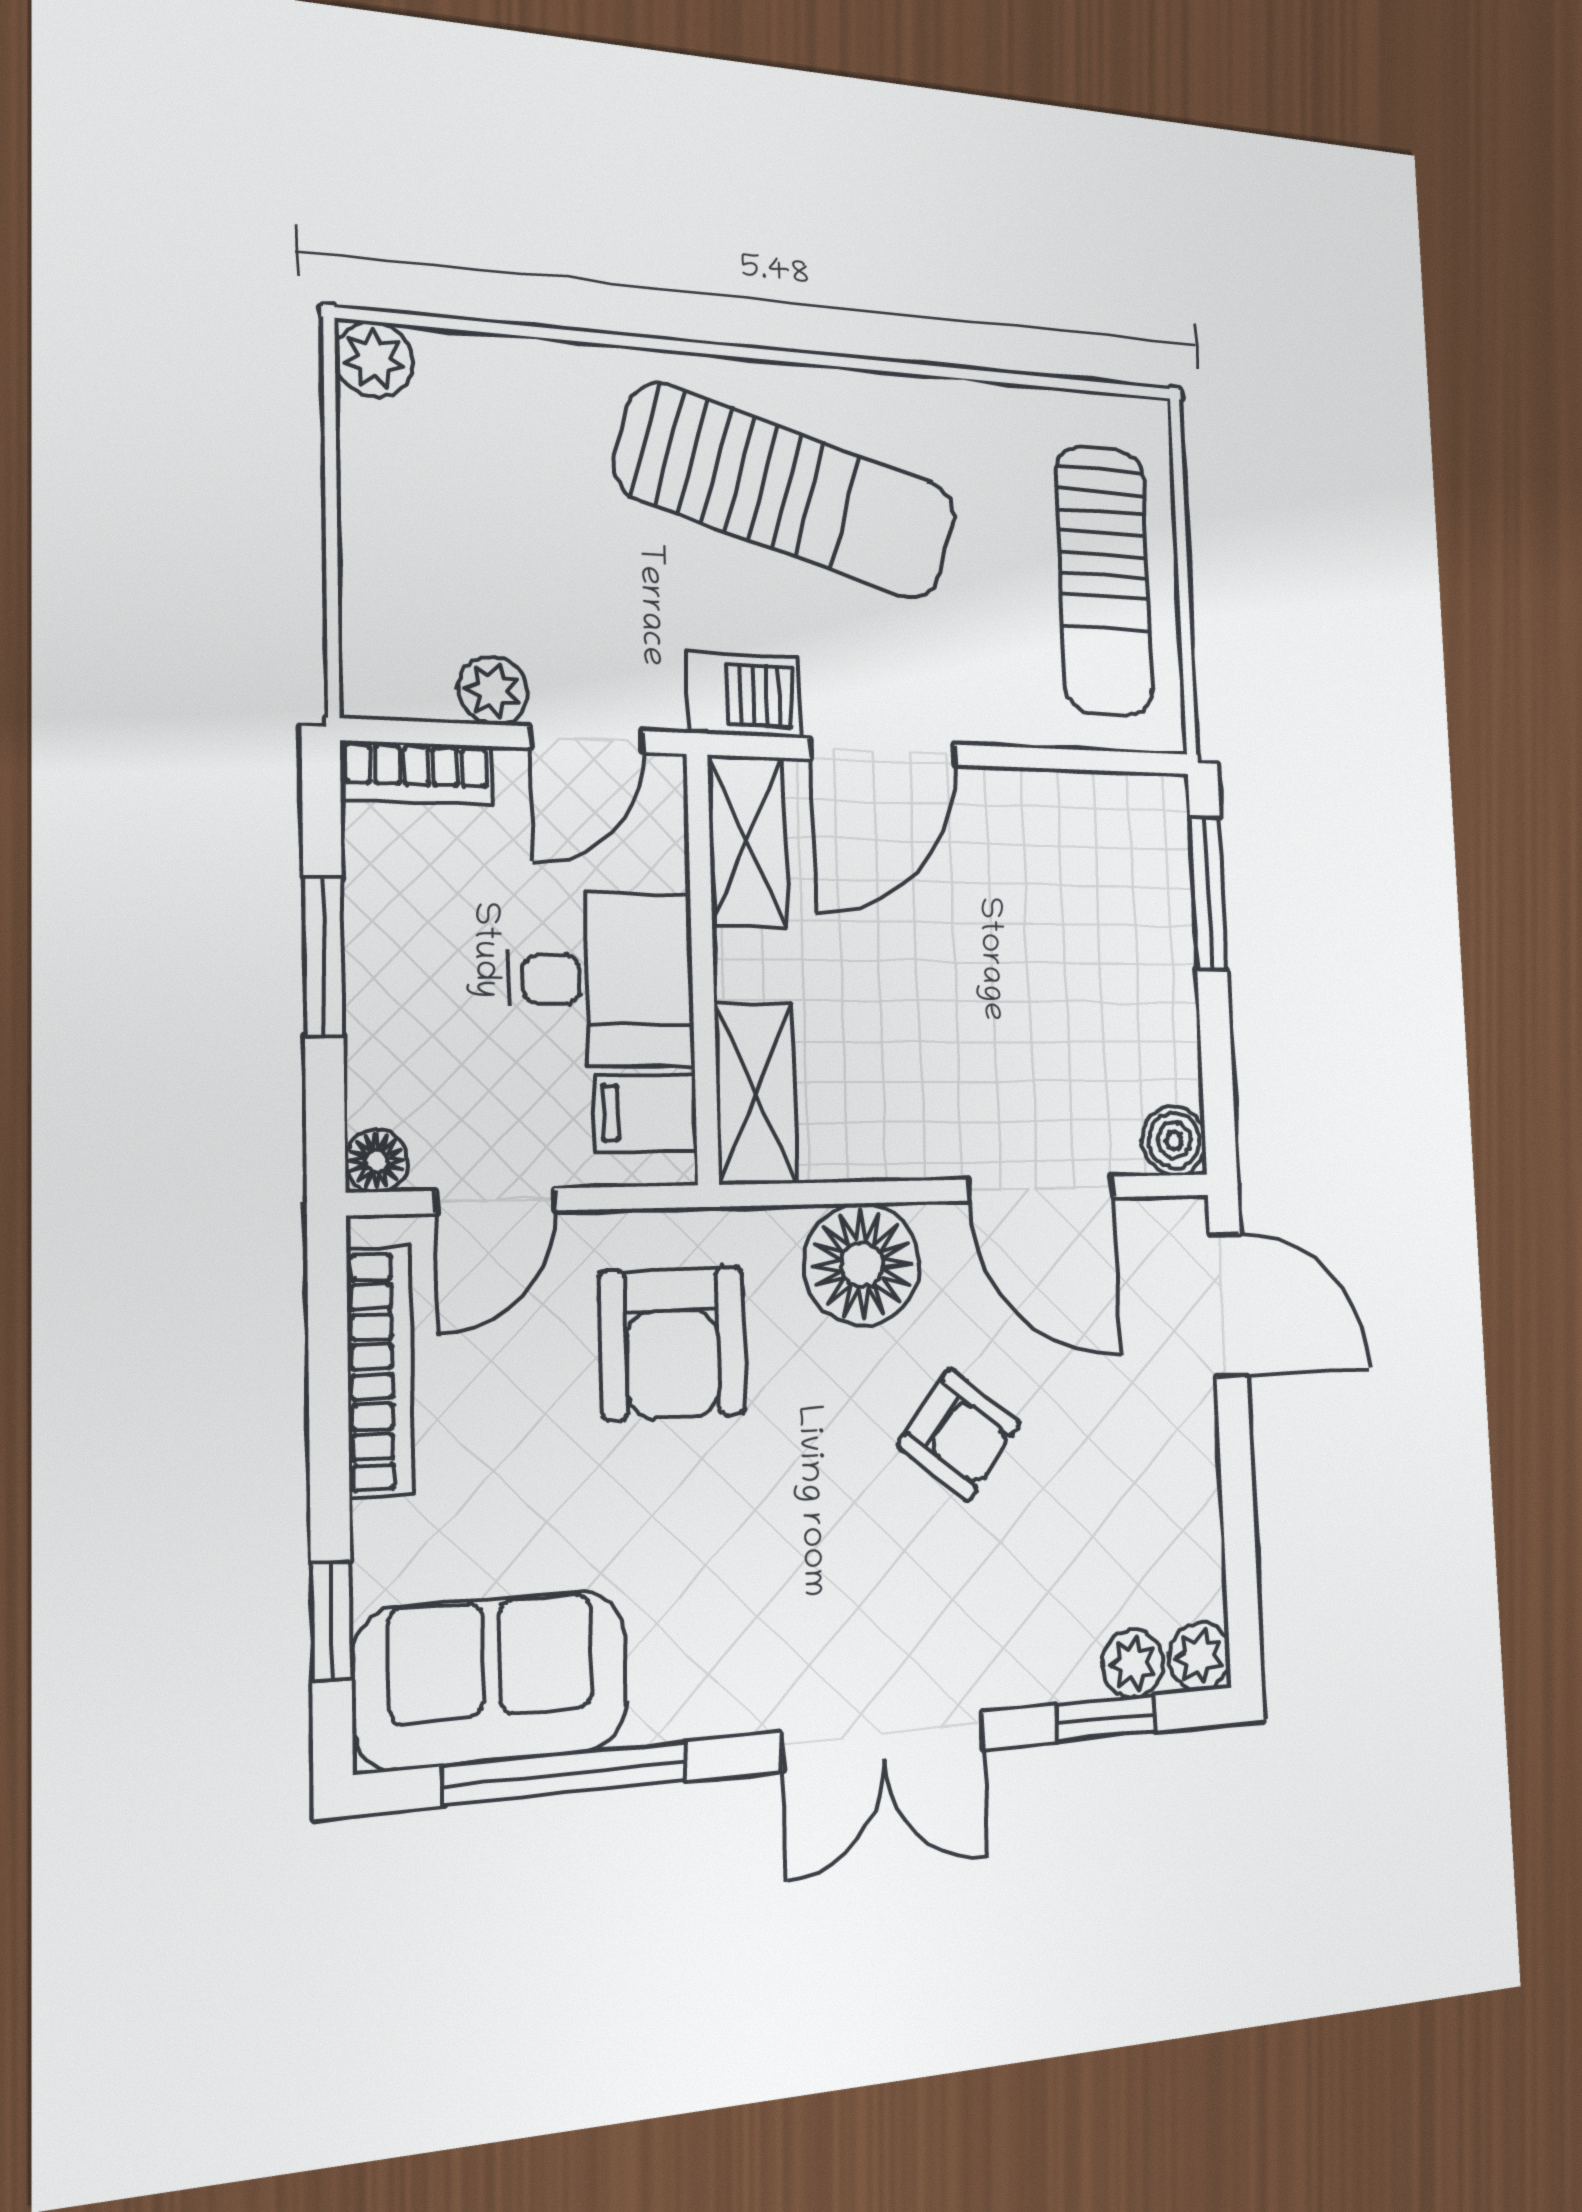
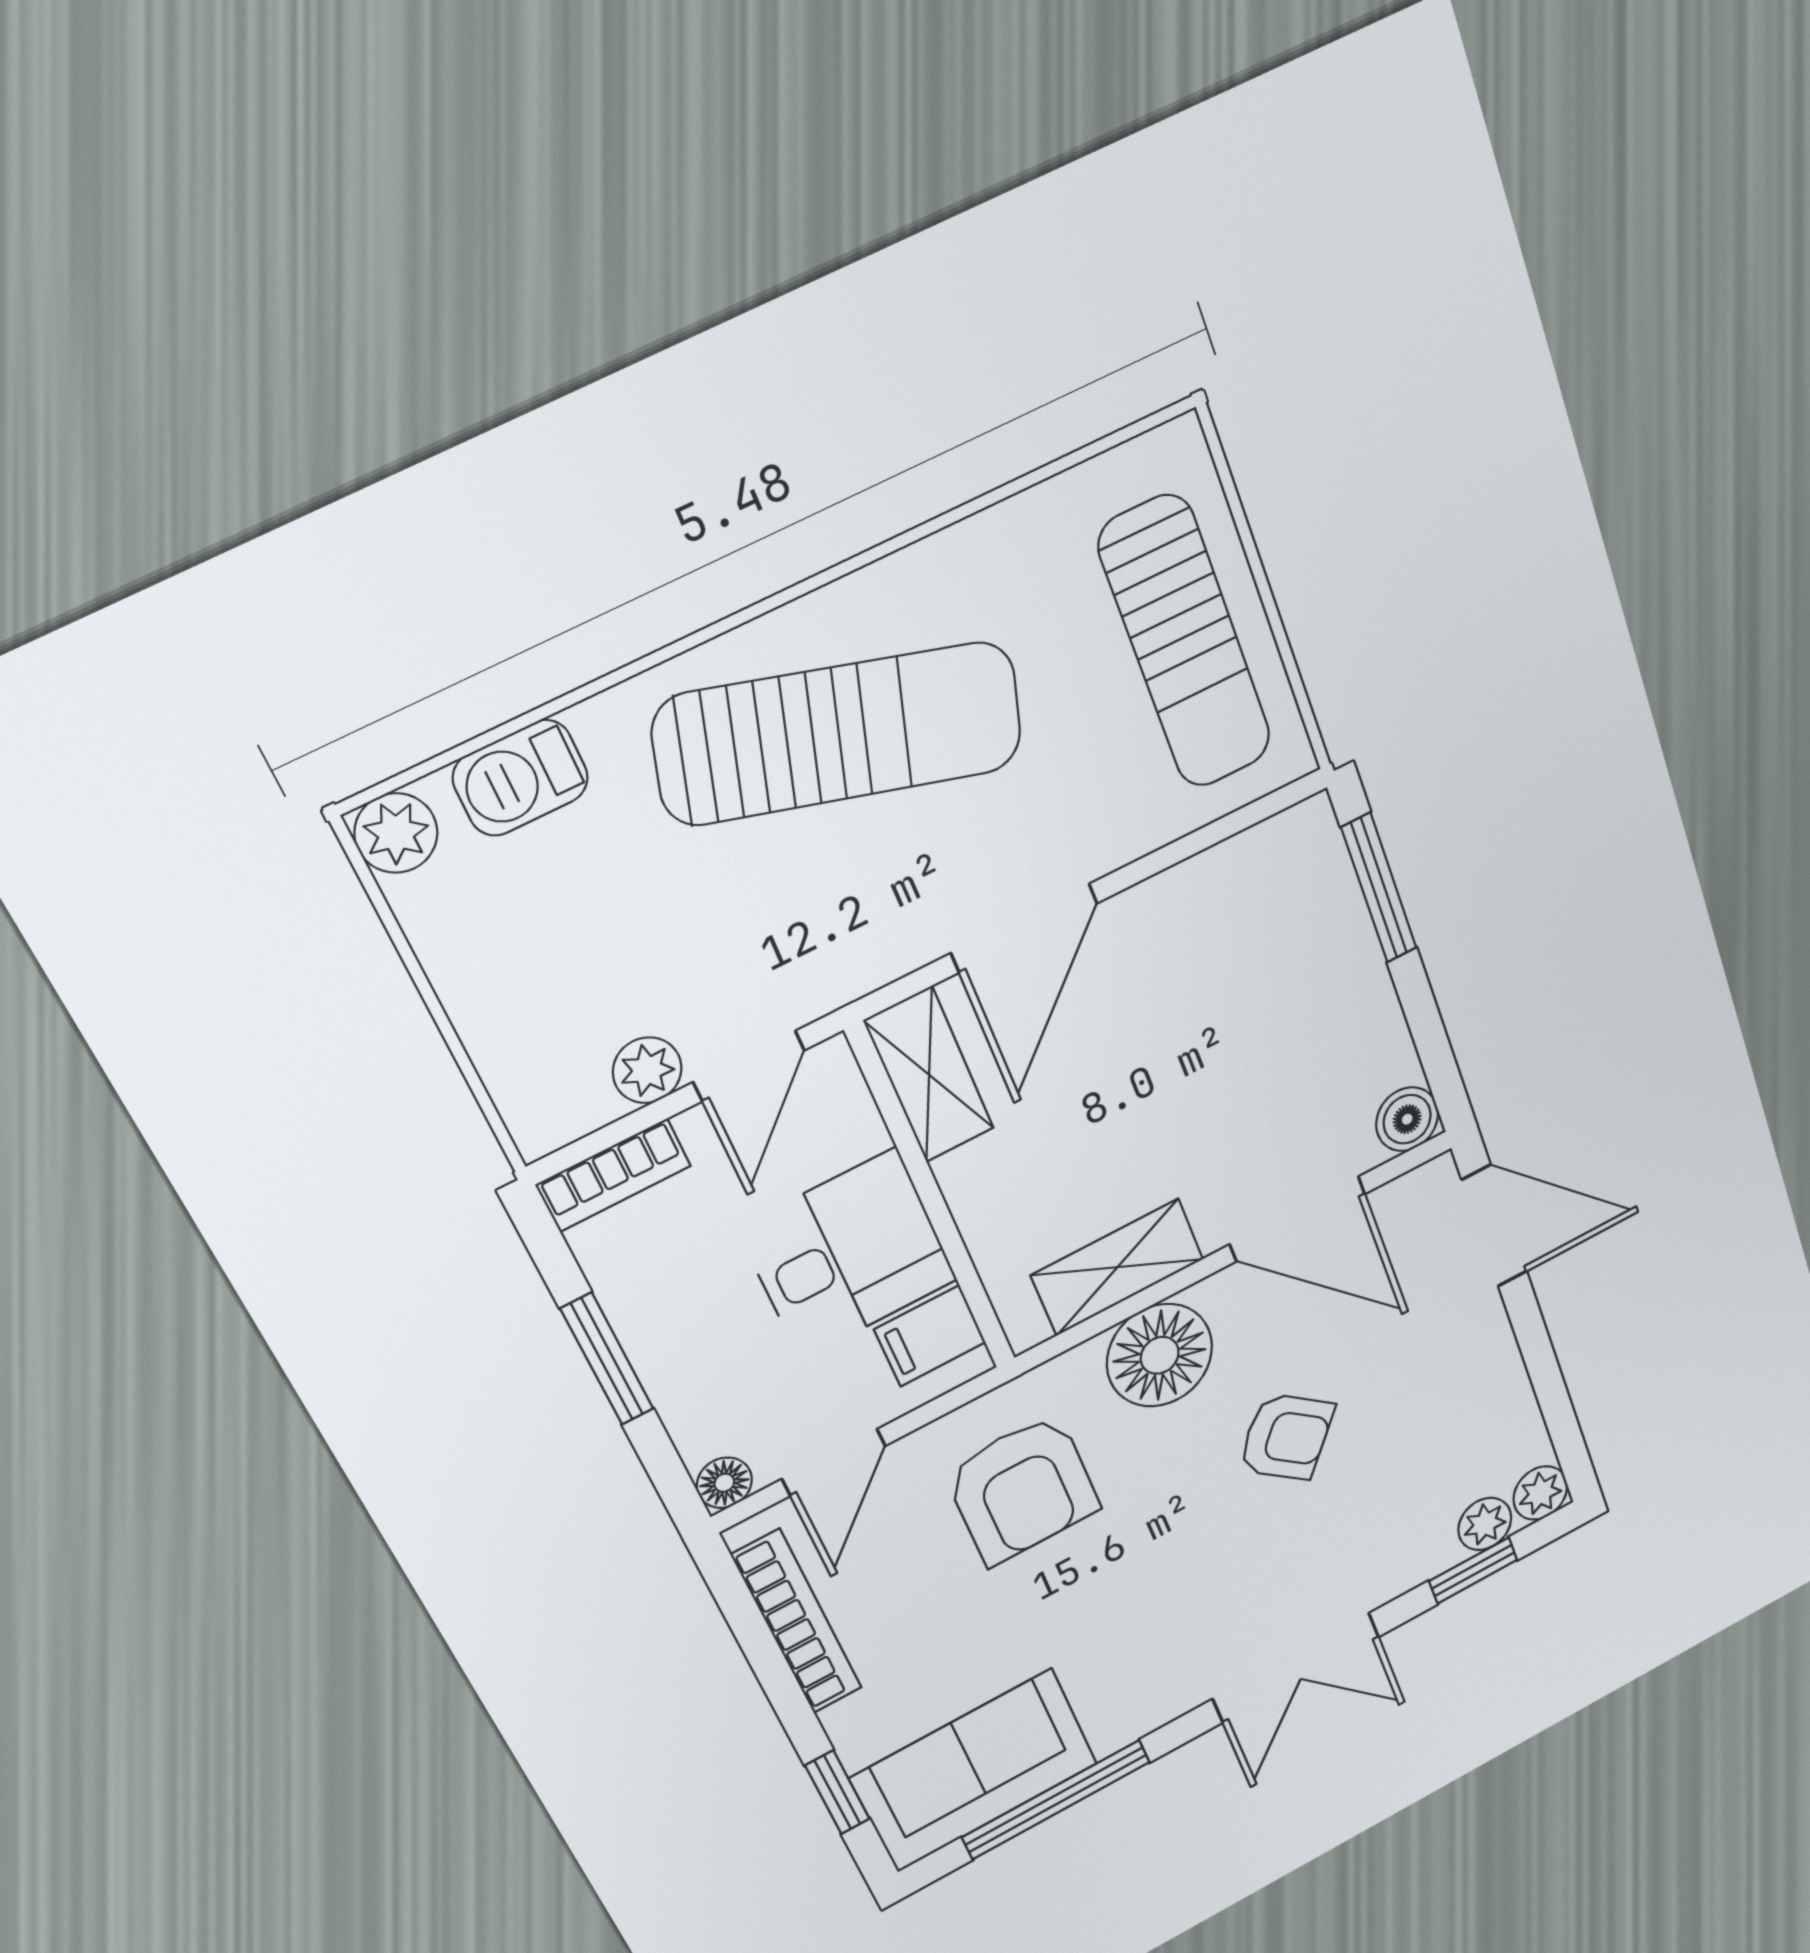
barbecue: (743, 695) -> (520, 778), moved, turned 180
shelving: (756, 1093) -> (1117, 1267), moved, turned 90

